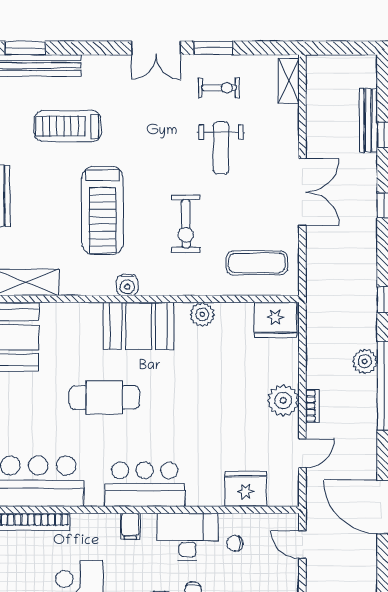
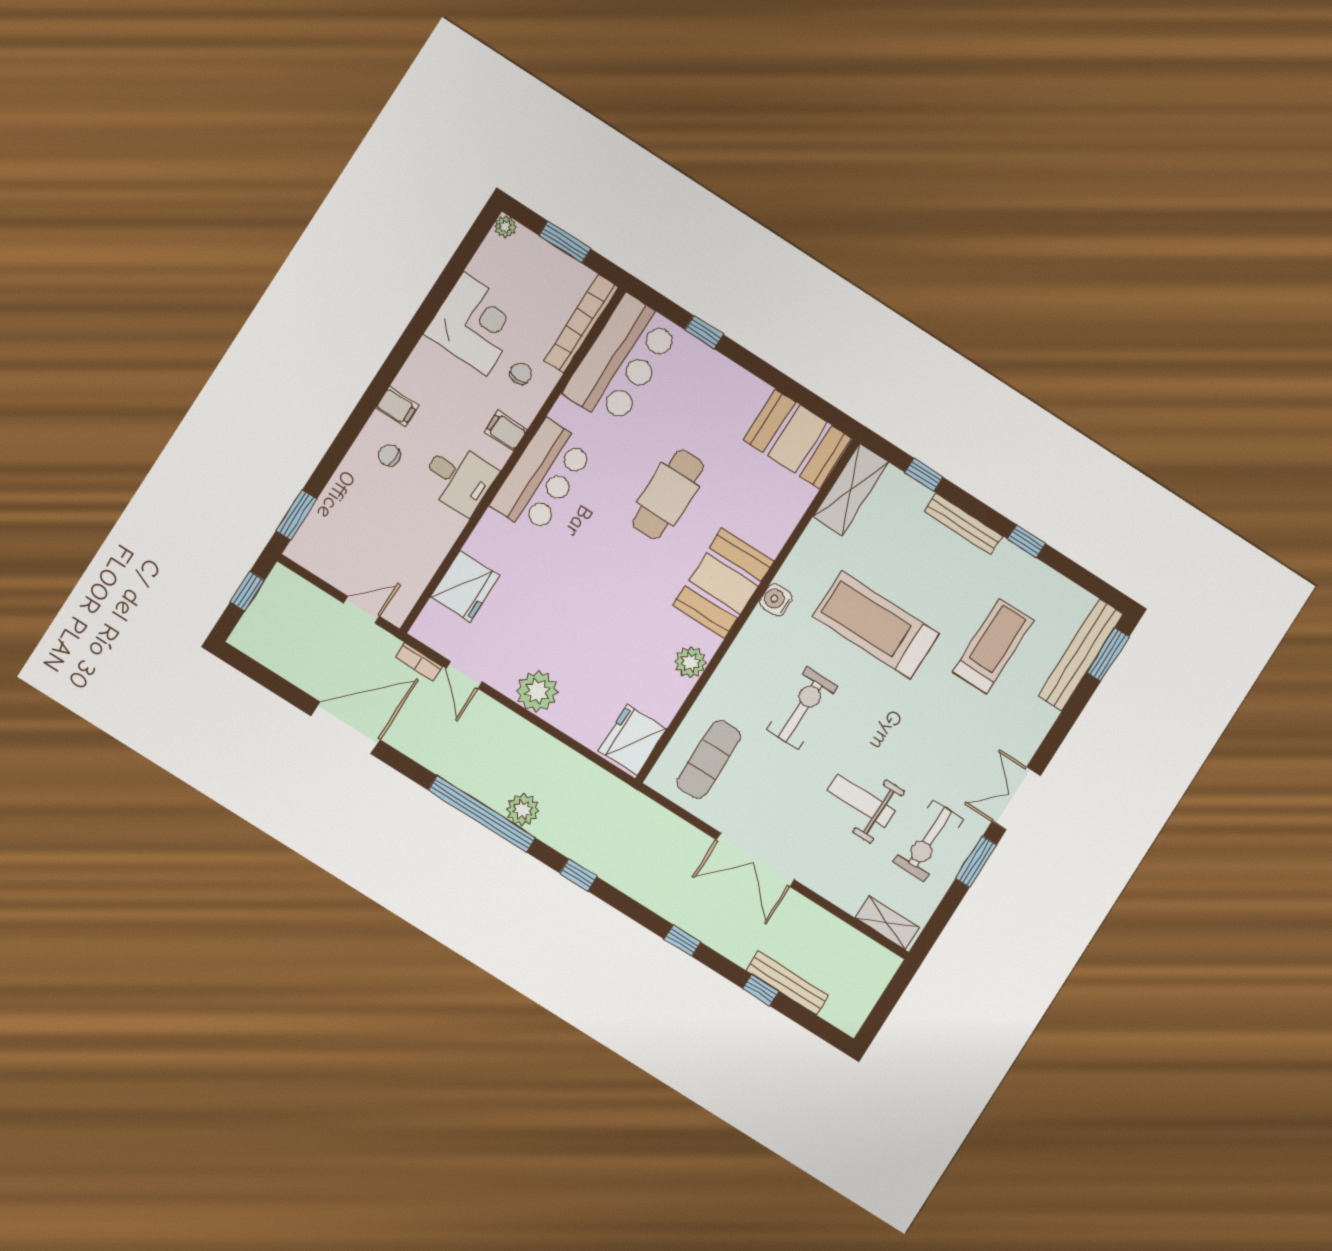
exercise bike: (219, 88) -> (929, 840), width x1.38, depth x1.39
exercise bike: (186, 224) -> (802, 708), turned 90
bookcase: (312, 406) -> (419, 662), moved
desk: (188, 537) -> (459, 478), width x0.73
chair: (235, 543) -> (521, 373), moved

